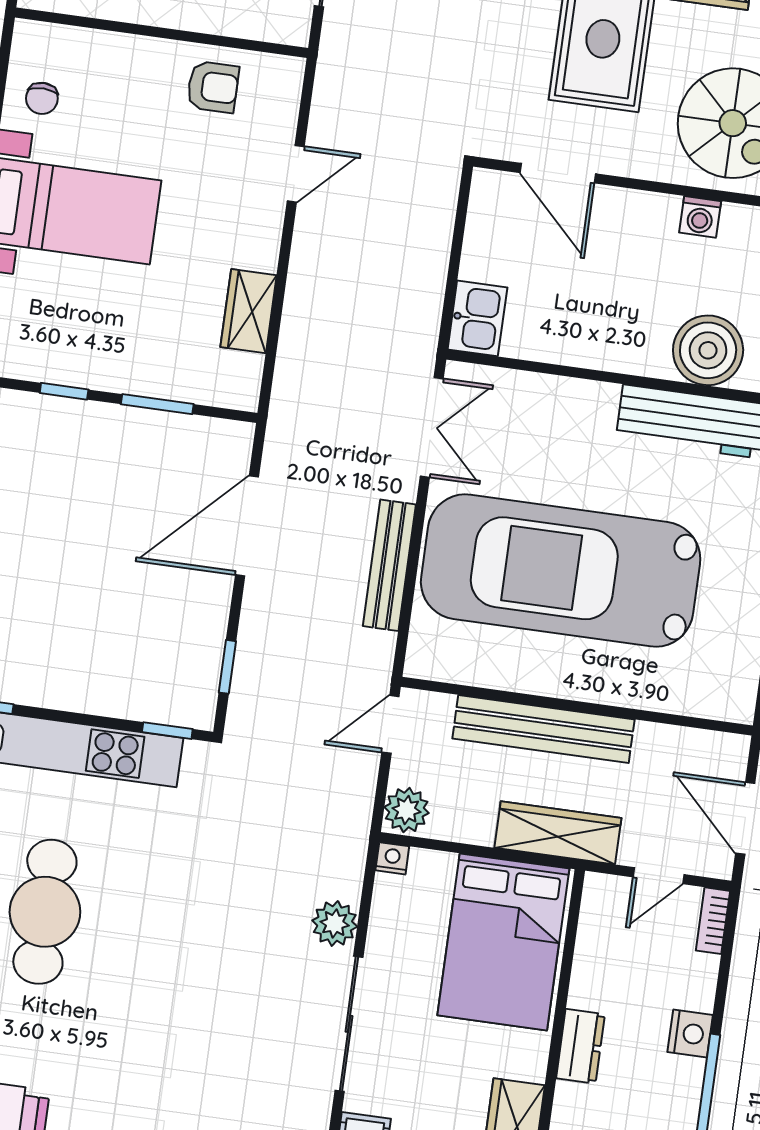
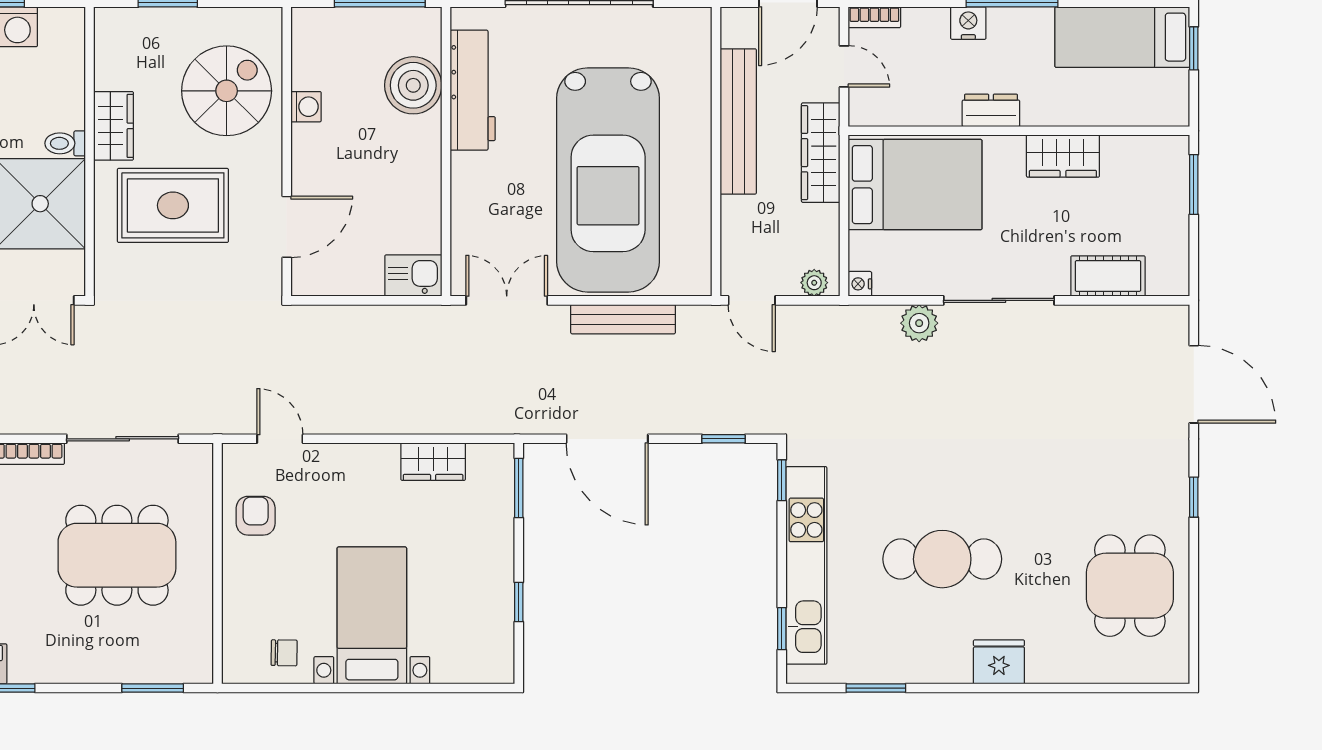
door: (296, 174) -> (280, 439), moved
window: (157, 404) -> (519, 488), moved
bench: (543, 729) -> (738, 121), moved
plant: (407, 810) -> (814, 283), width x0.73, depth x0.73

